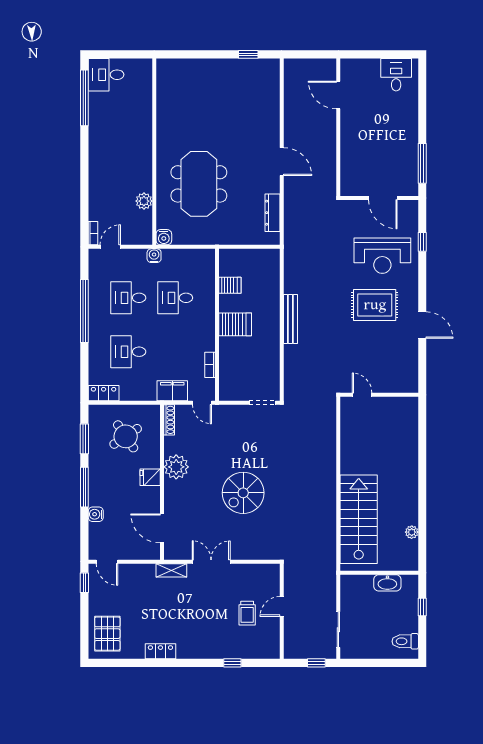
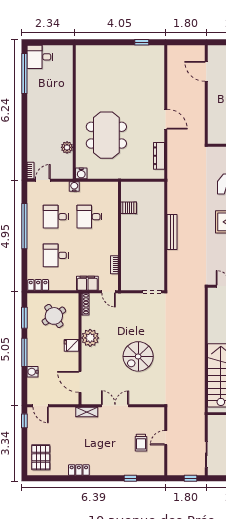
server rack: (235, 324) -> (132, 236), removed

